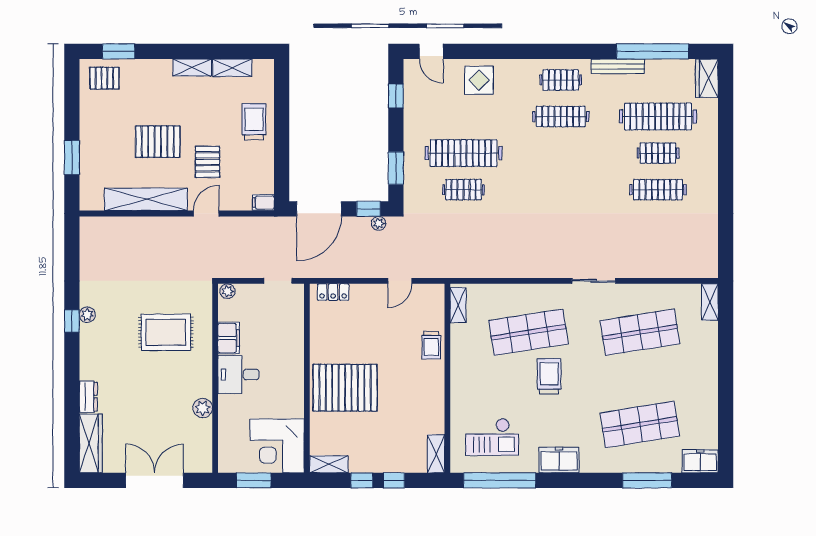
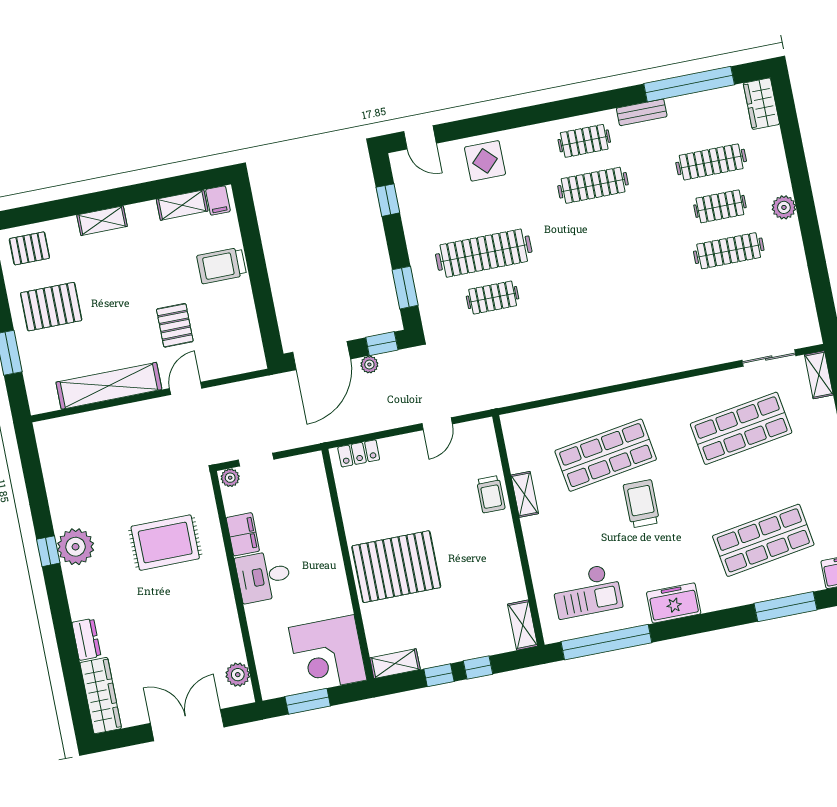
window: (119, 51) -> (40, 213), removed
bench: (618, 66) -> (642, 112), width x0.73
shelving: (192, 68) -> (102, 221), moved
clothes rail: (658, 117) -> (711, 162), width x0.73, depth x0.76
trolley: (254, 122) -> (222, 266), turned -90
pallet: (158, 142) -> (51, 307), moved
plant: (708, 164) -> (784, 207), added
filing cabinet: (263, 203) -> (218, 200), moved, turned -90
plant: (379, 223) -> (369, 364), moved
doorway: (278, 281) -> (256, 460), moved
sliding door: (594, 281) -> (769, 358), moved
shelving: (458, 305) -> (525, 494), moved
plant: (87, 315) -> (76, 547), width x1.88, depth x1.88
plant: (203, 408) -> (238, 675), moved

